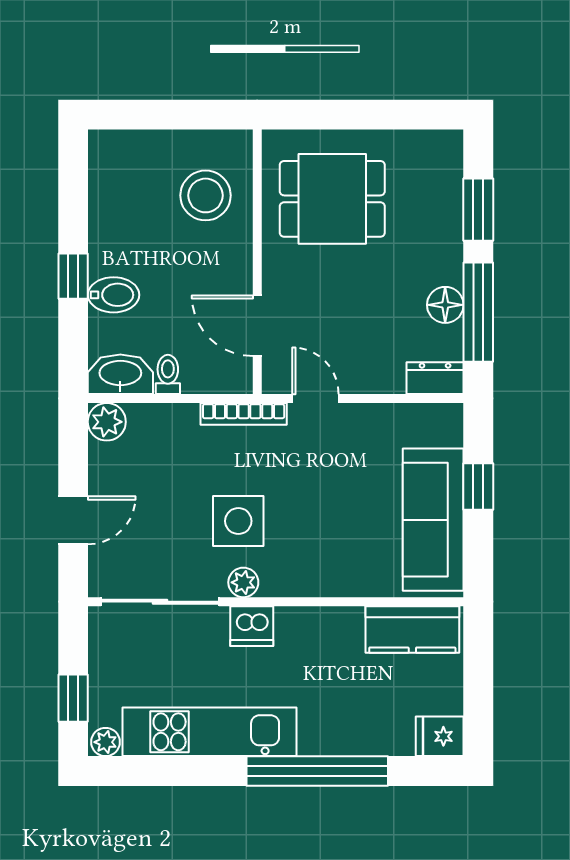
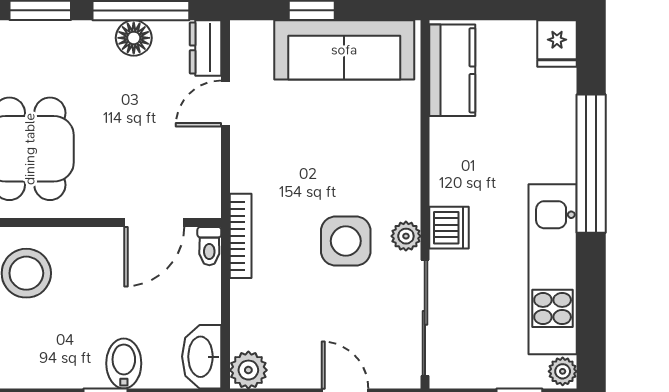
toilet: (168, 374) -> (209, 246), moved, turned -90
door: (315, 398) -> (225, 104), moved

